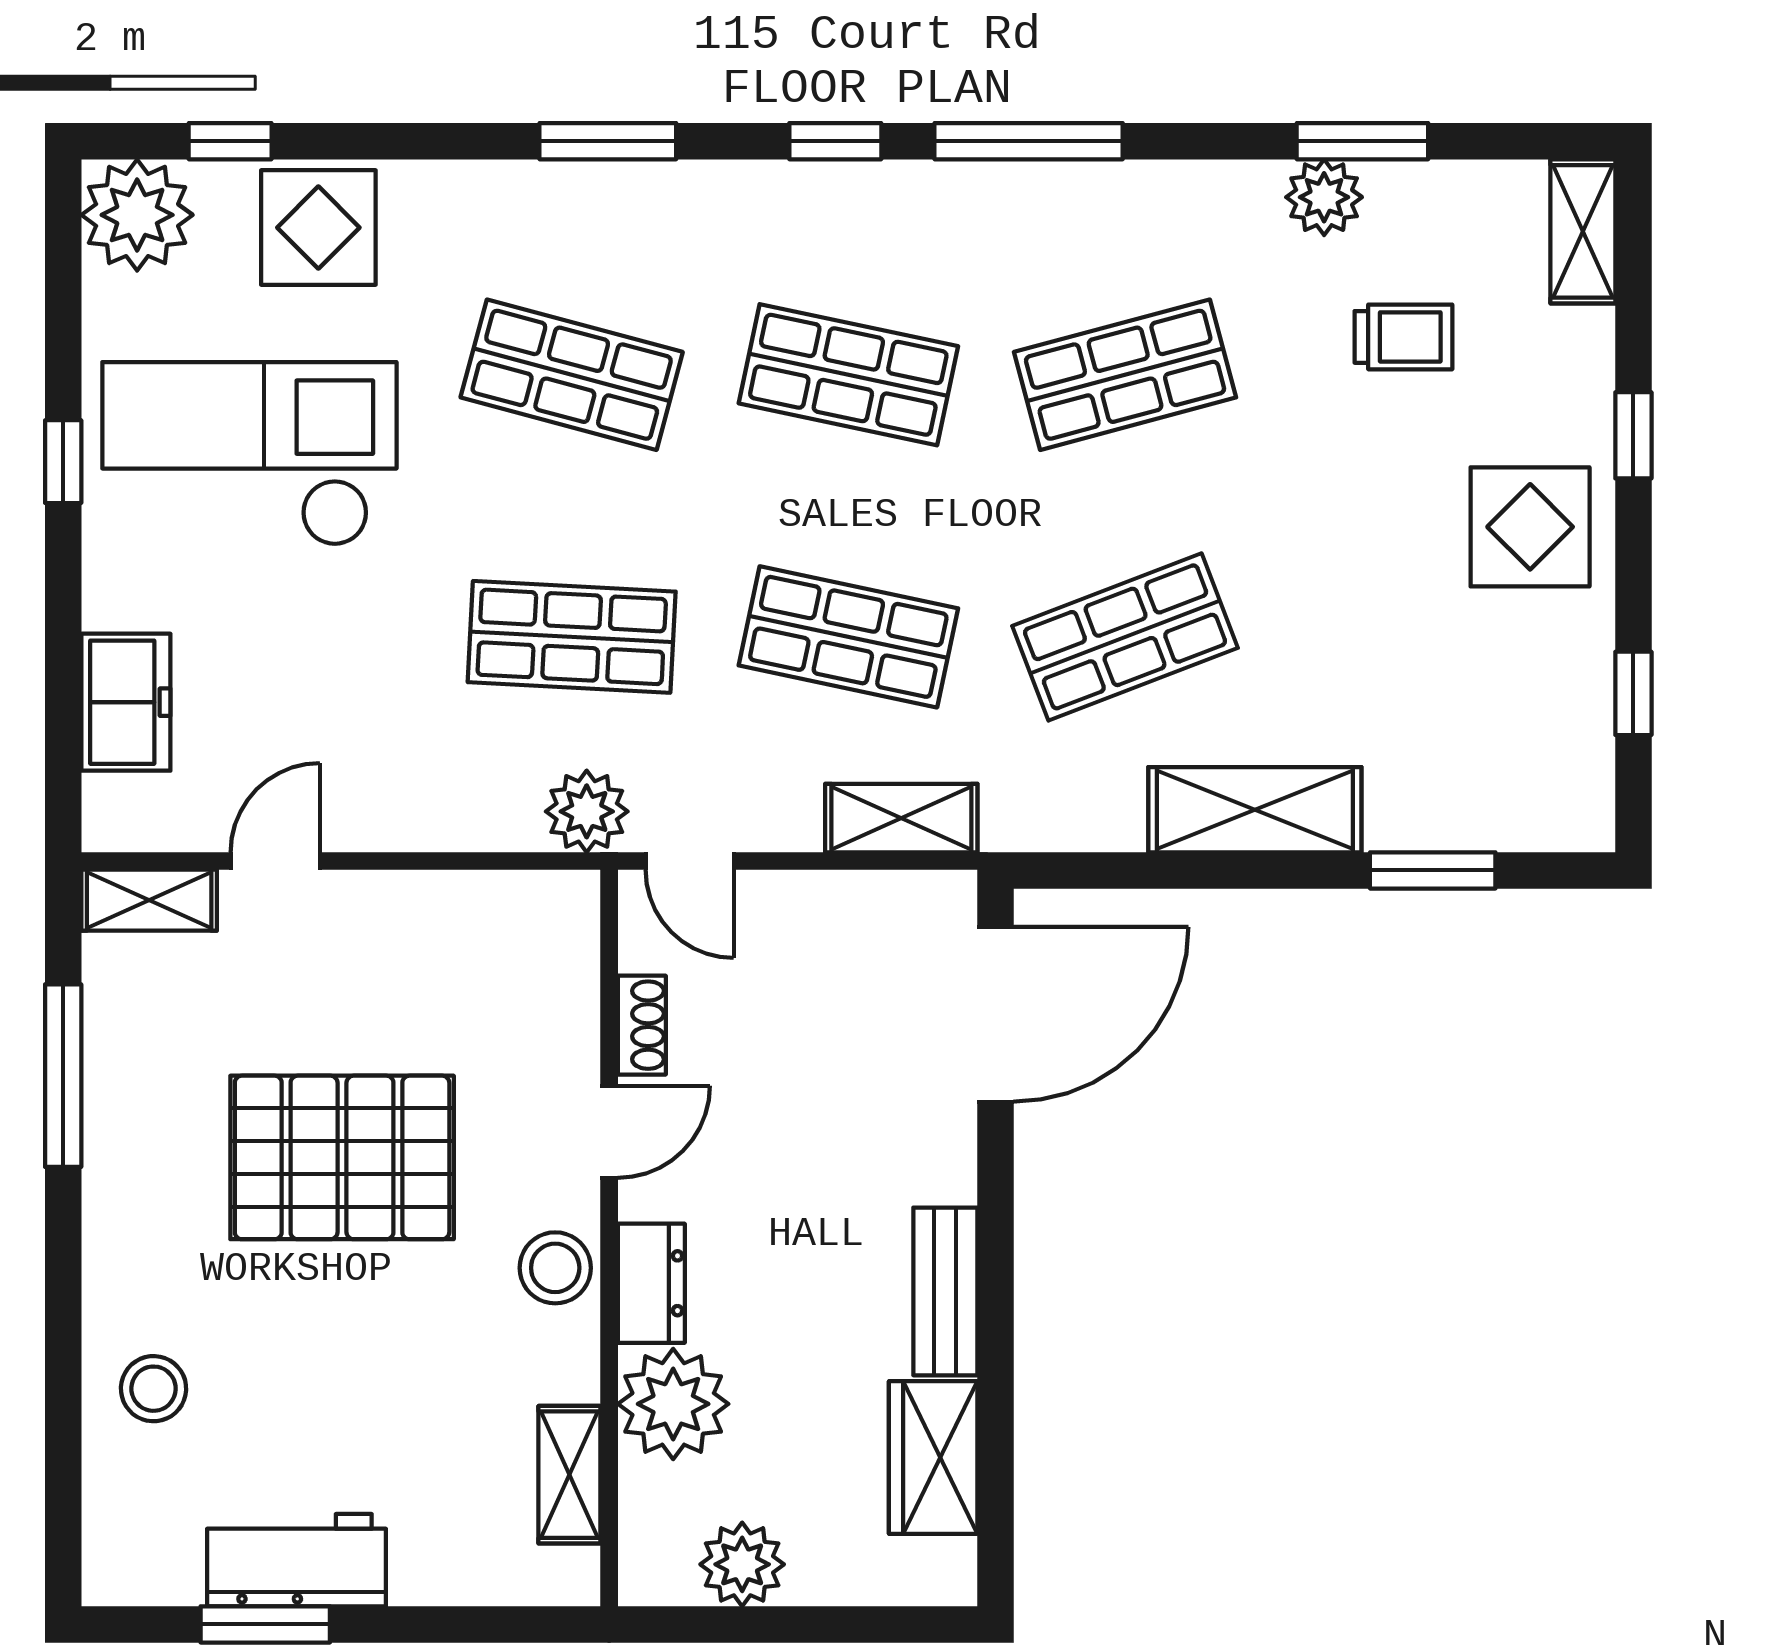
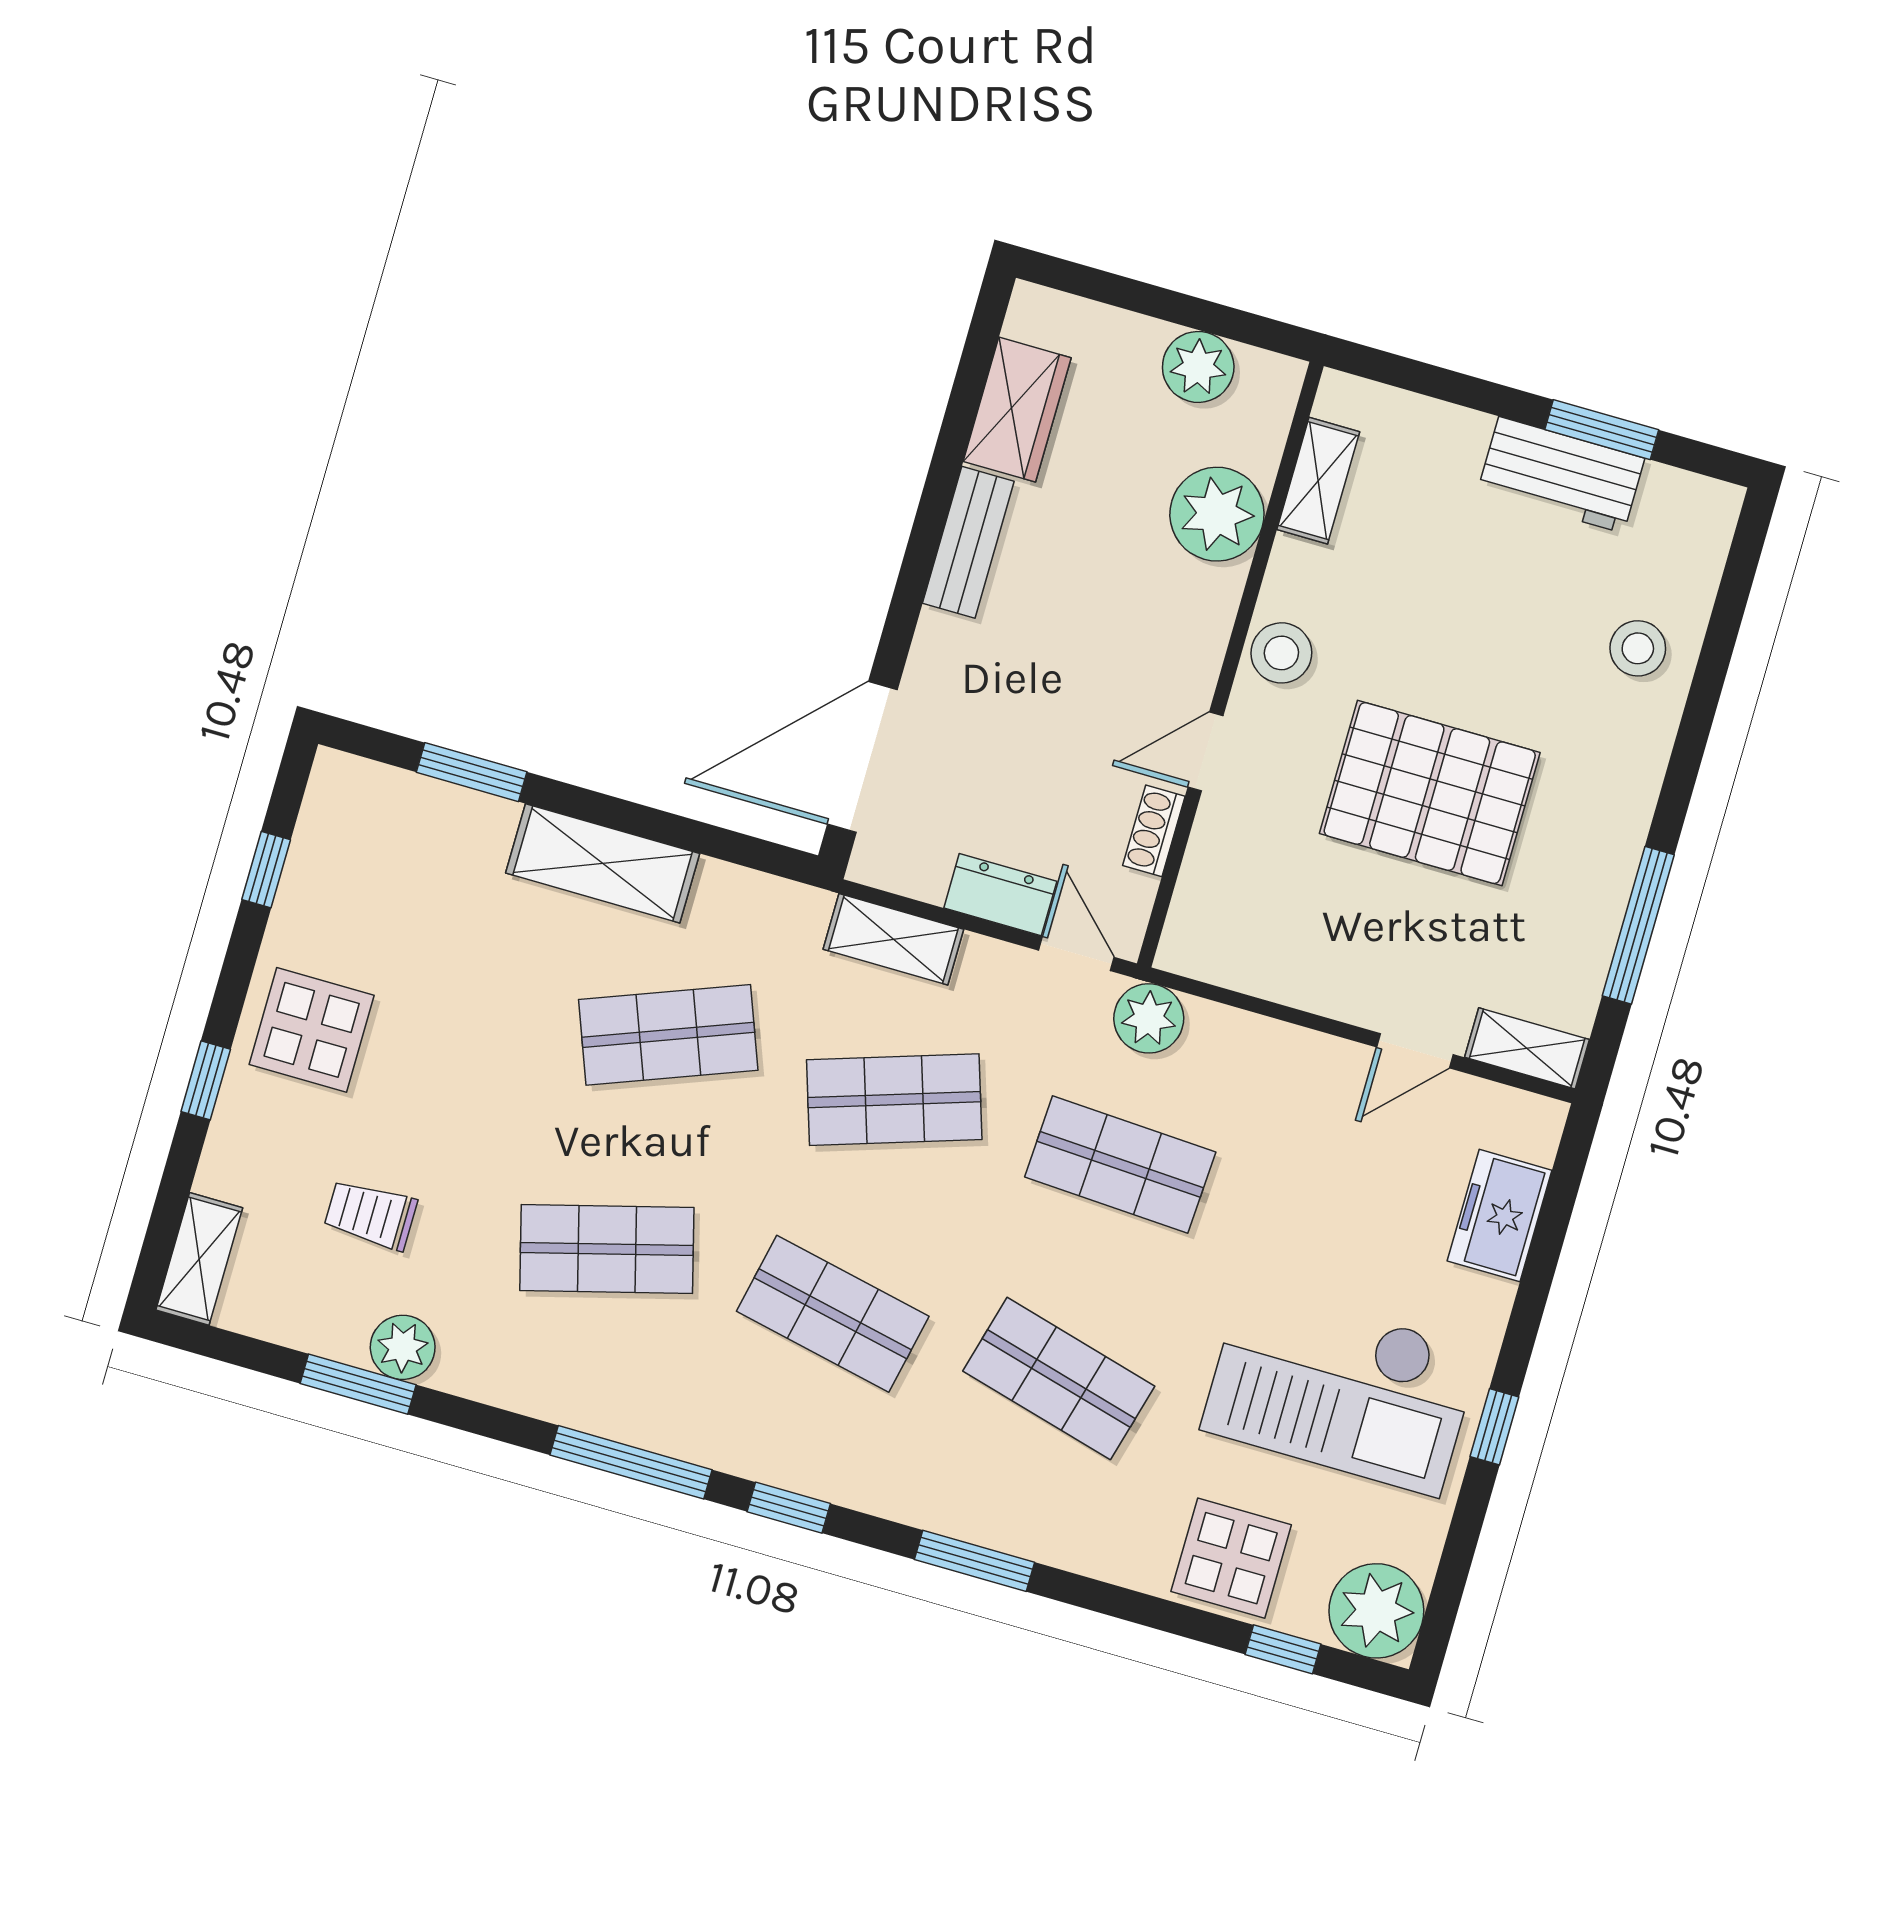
shop shelf: (848, 637) -> (894, 1100), turned -30
dresser: (651, 1283) -> (1000, 895), moved, turned 90

